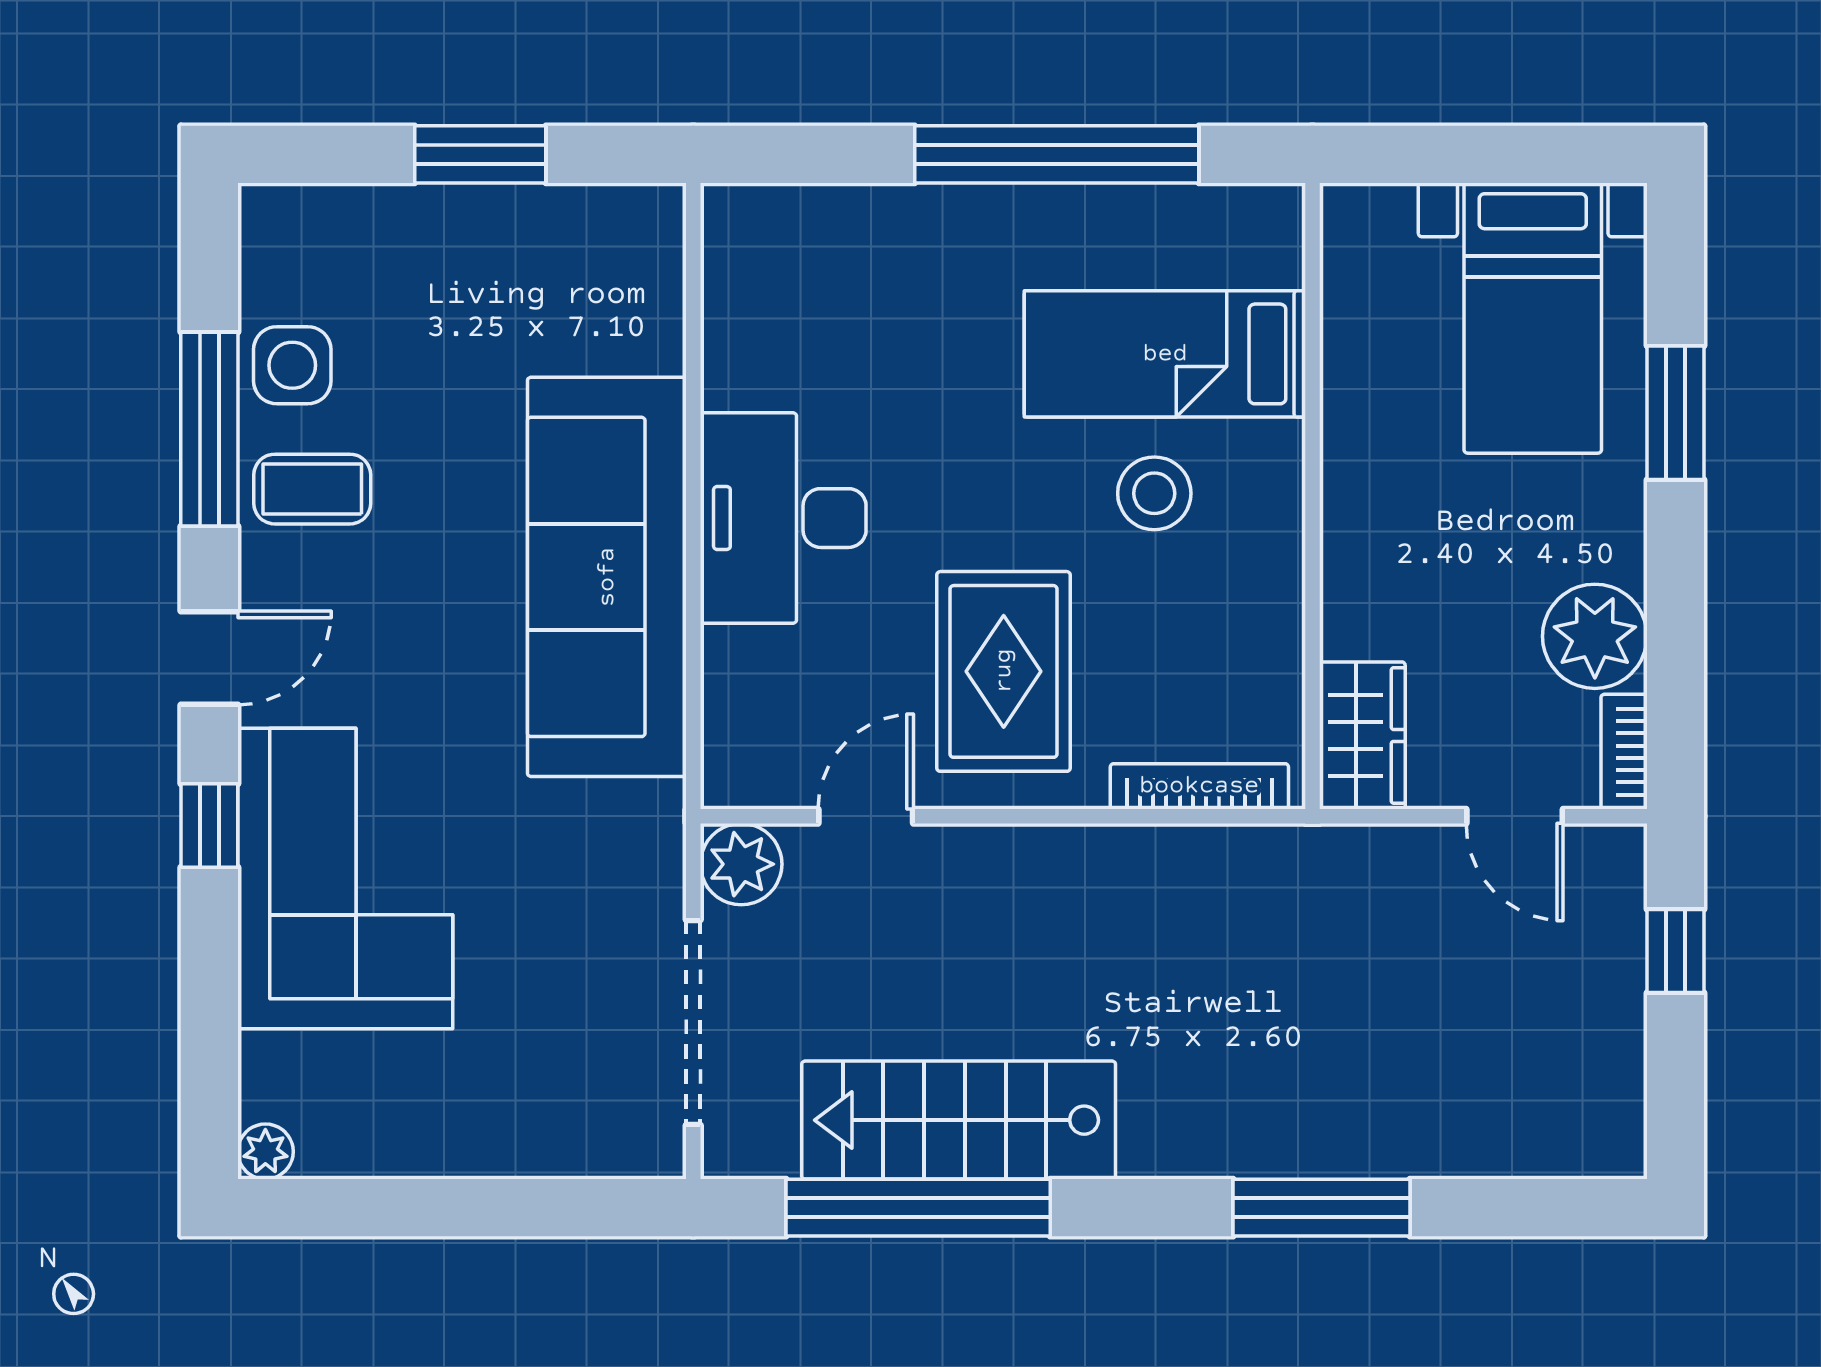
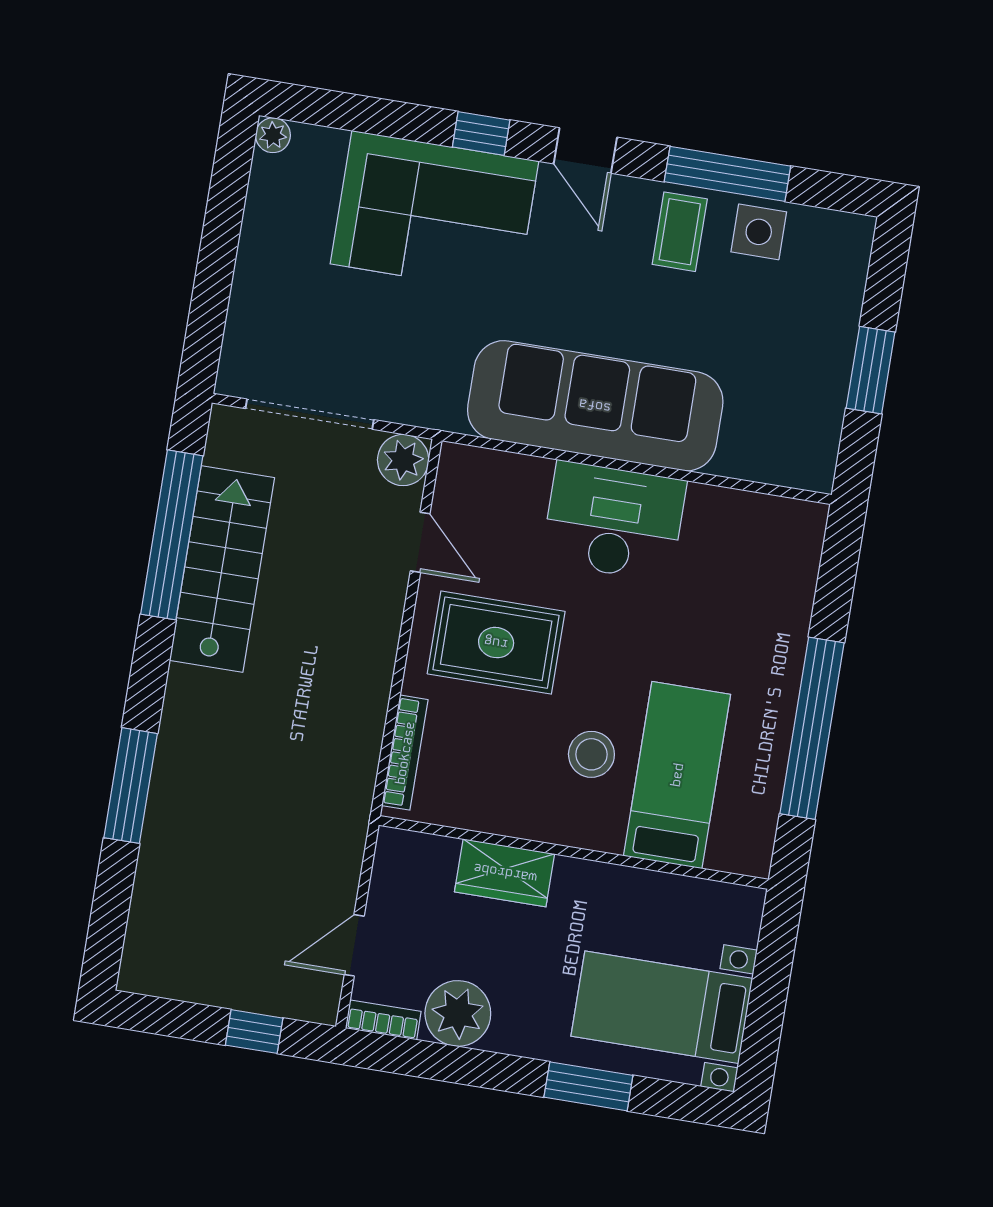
wardrobe: (1362, 735) -> (505, 873), moved

